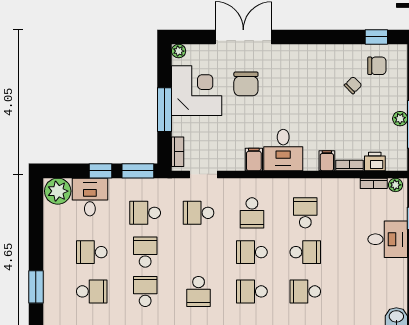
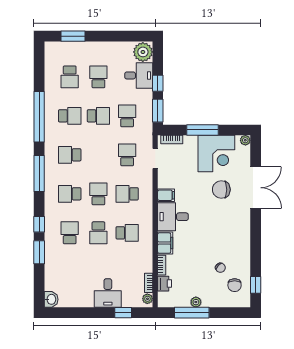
filing cabinet: (327, 161) -> (165, 243), width x2.00
school desk: (252, 291) -> (70, 194), turned -90

